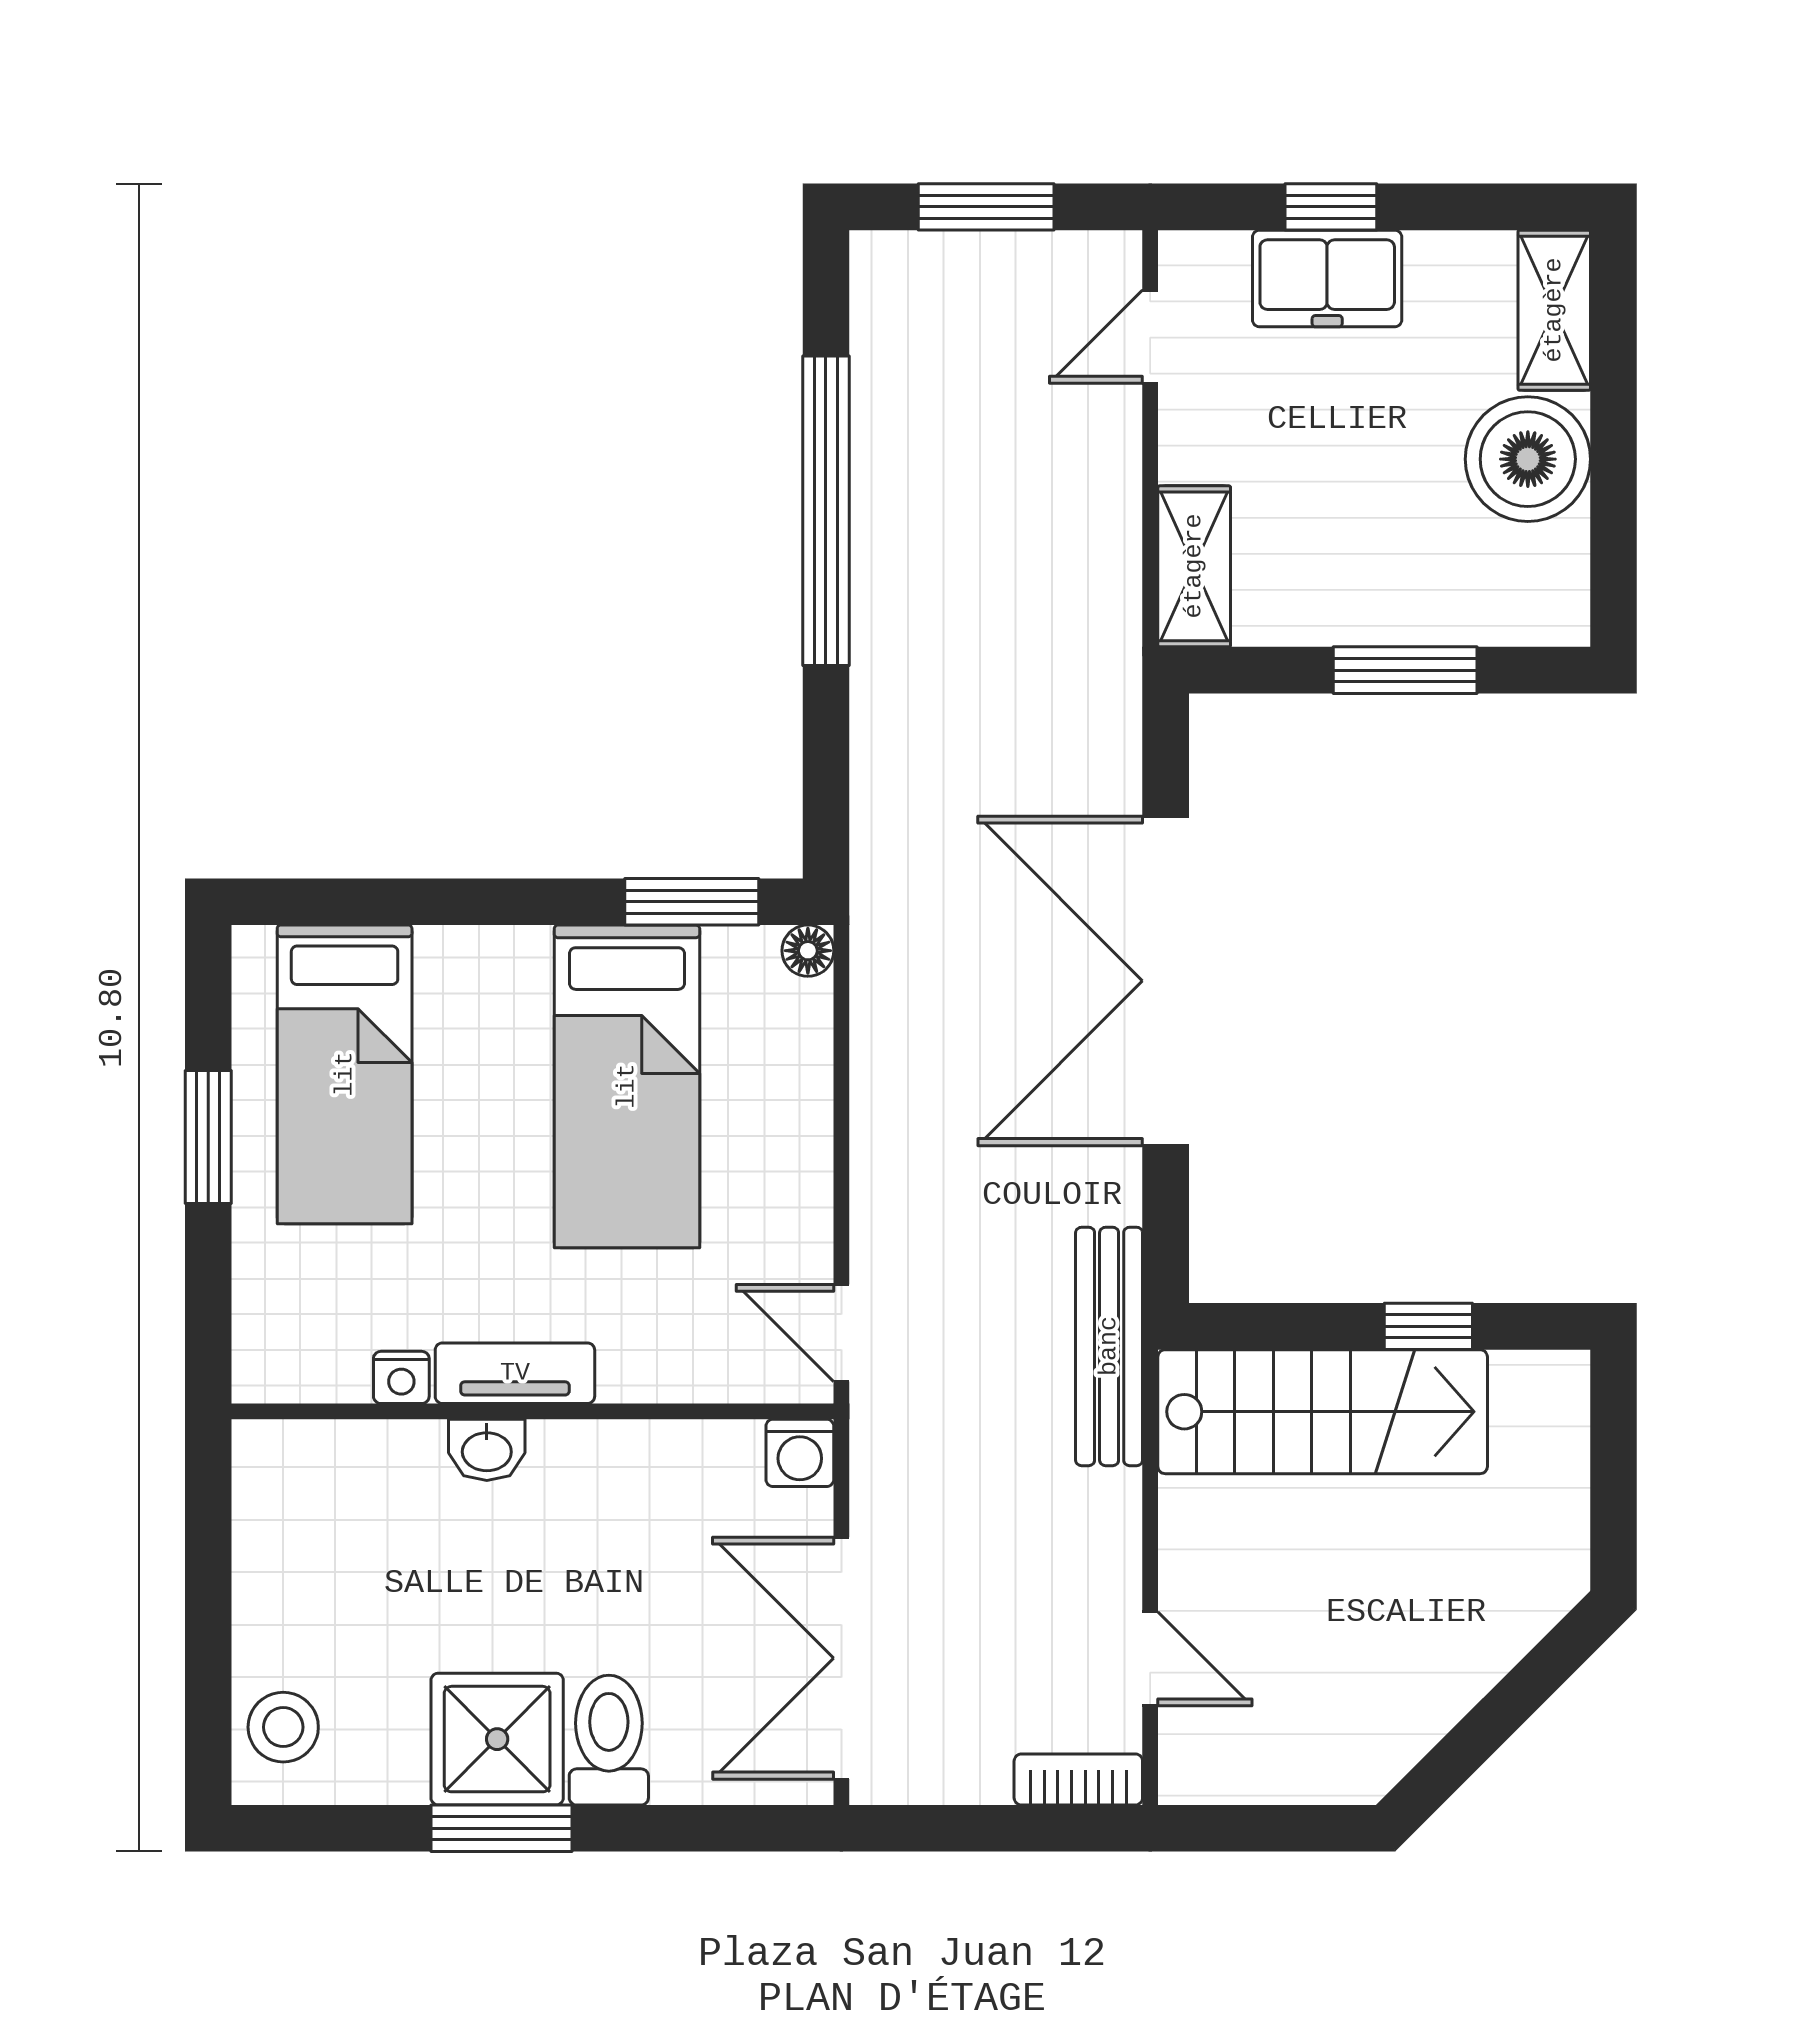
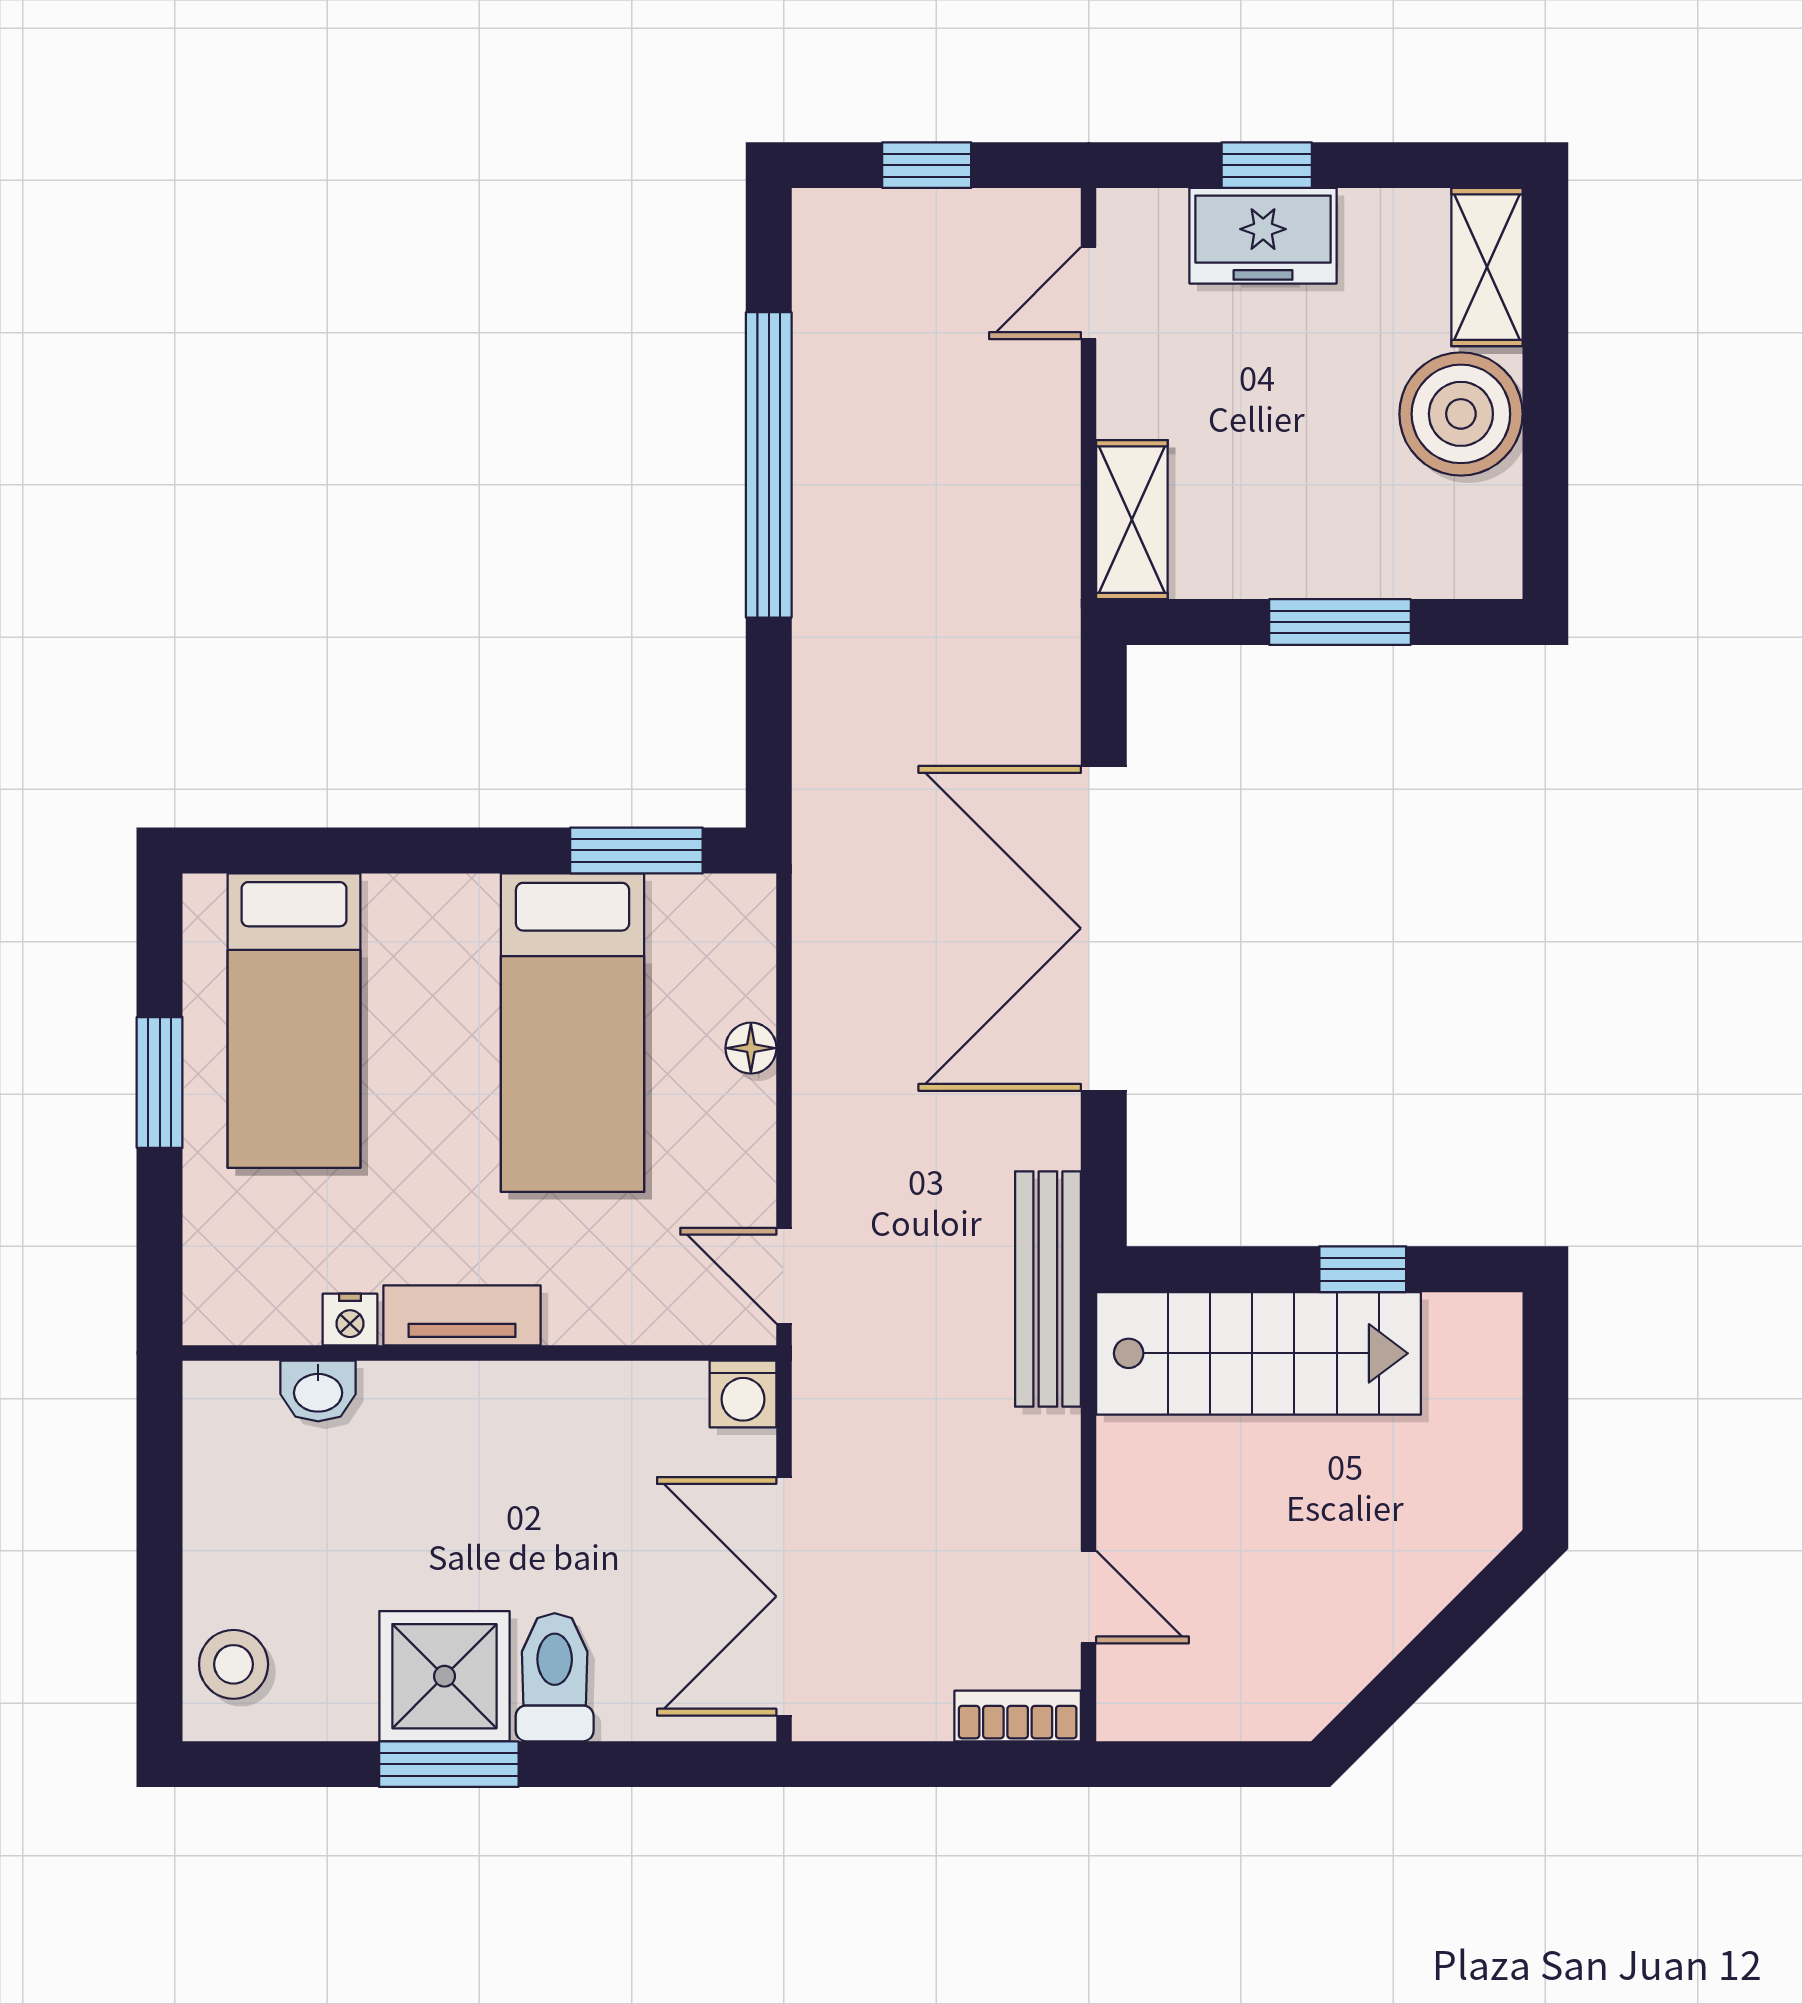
window: (986, 207) -> (927, 165), width x0.67
floor lamp: (808, 951) -> (751, 1048), moved
washbasin: (487, 1450) -> (318, 1391), moved

